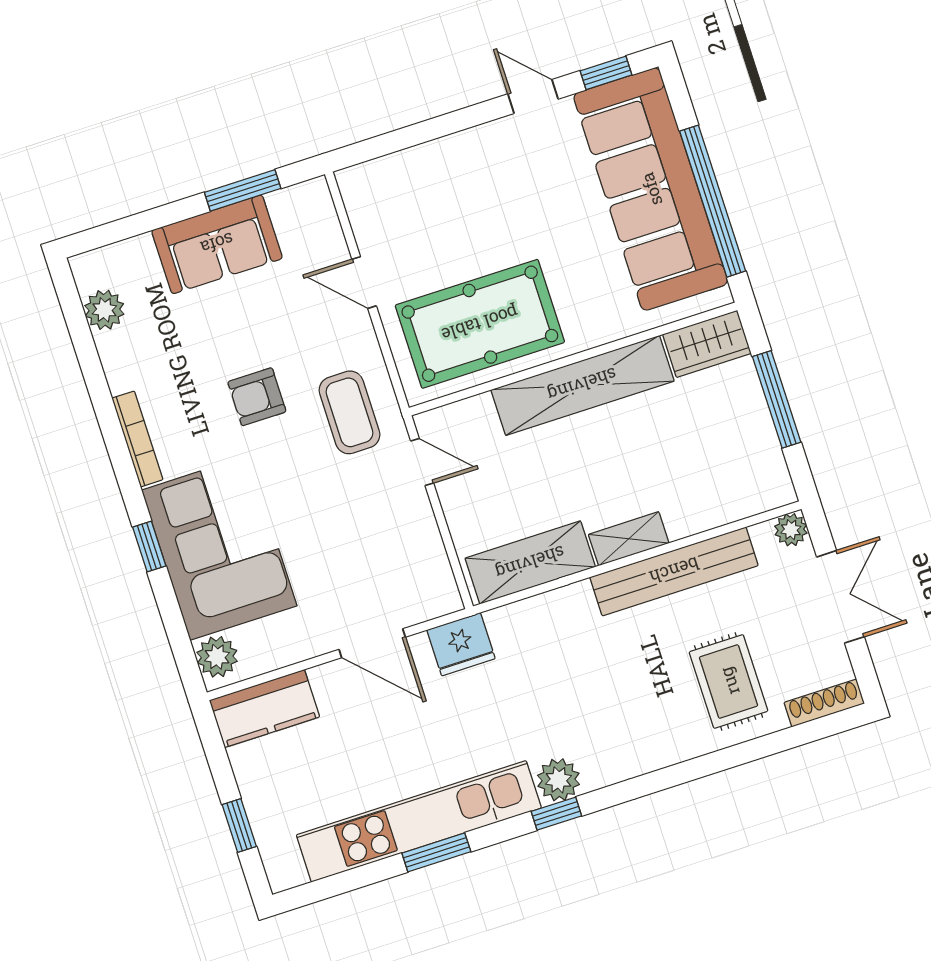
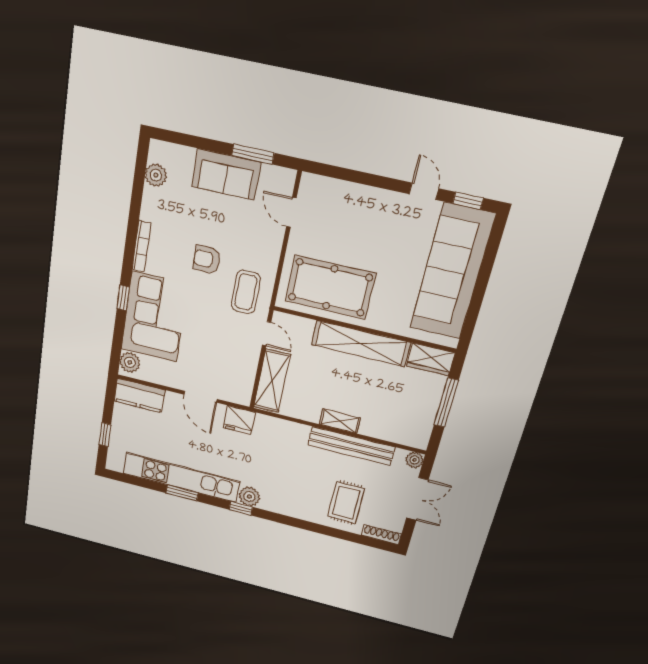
window: (713, 201) -> (478, 296), removed
door: (364, 283) -> (291, 212), moved
shelving: (530, 563) -> (272, 381), moved, turned 90

